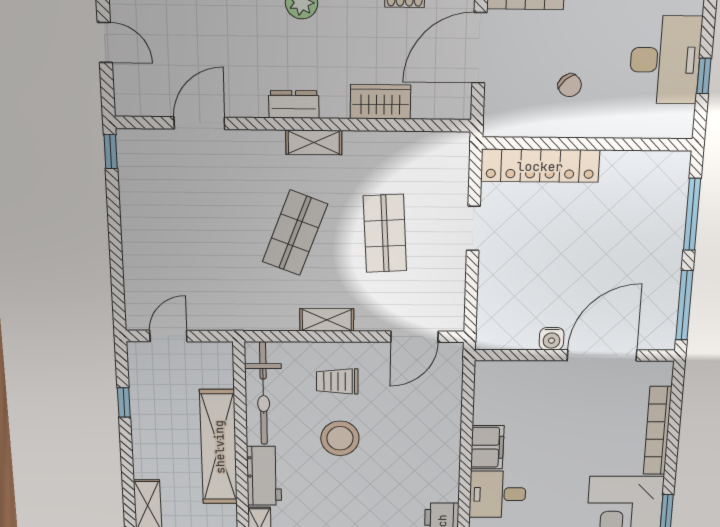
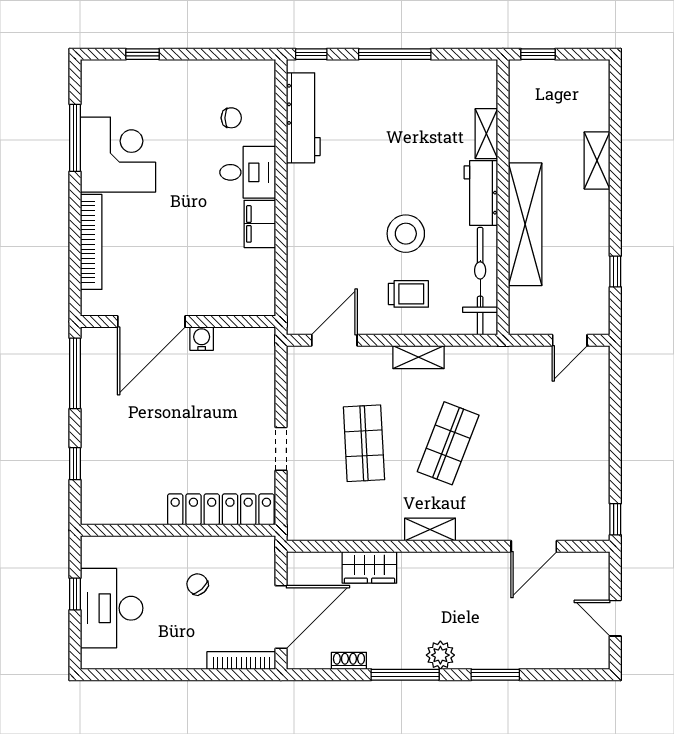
dresser: (294, 104) -> (448, 564), removed
window: (692, 214) -> (75, 464), width x0.46

